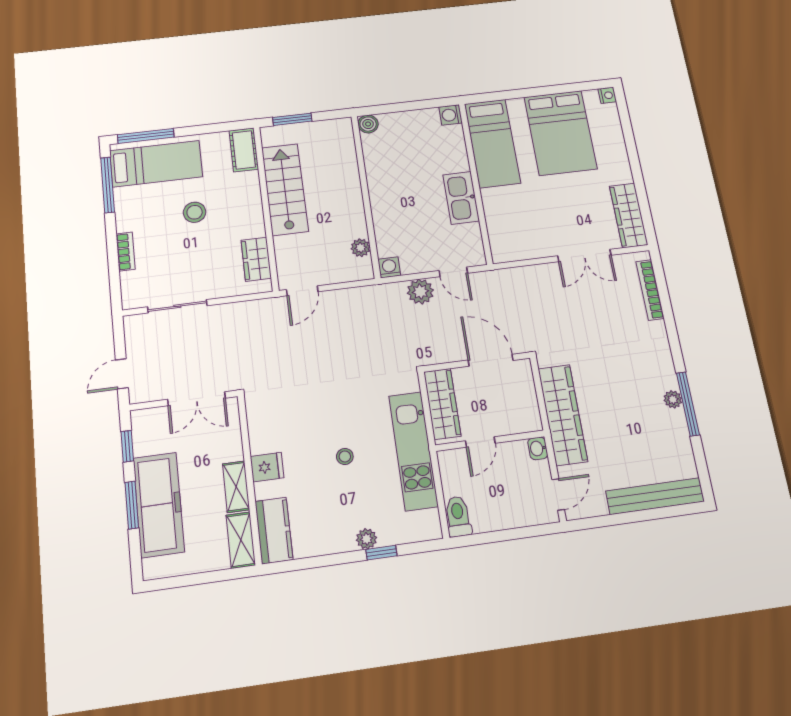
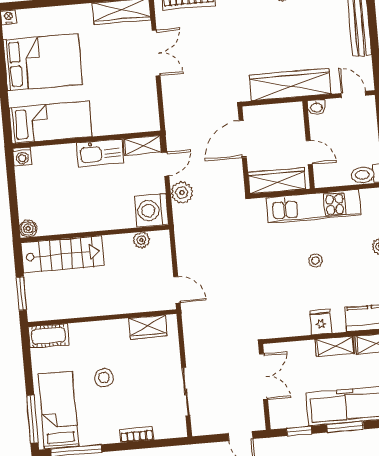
stairs: (285, 189) -> (62, 254), moved, turned 180
shelving: (474, 245) -> (143, 145), added
washing machine: (389, 267) -> (152, 210), width x1.89, depth x1.89

